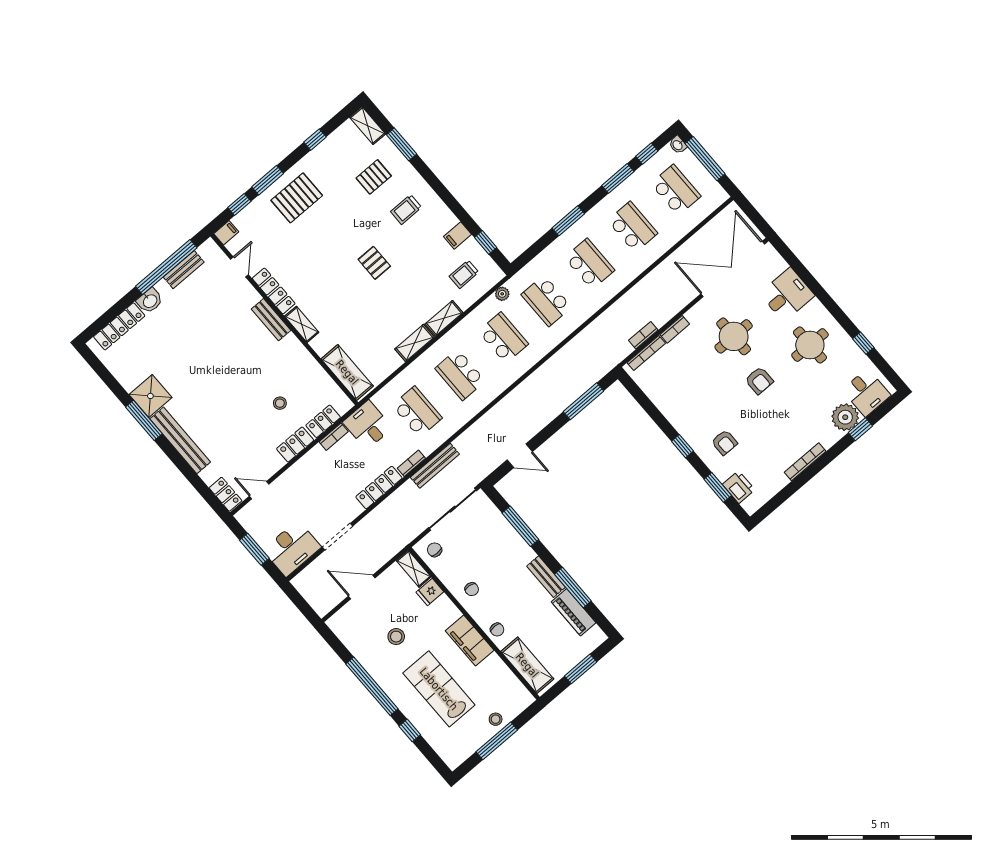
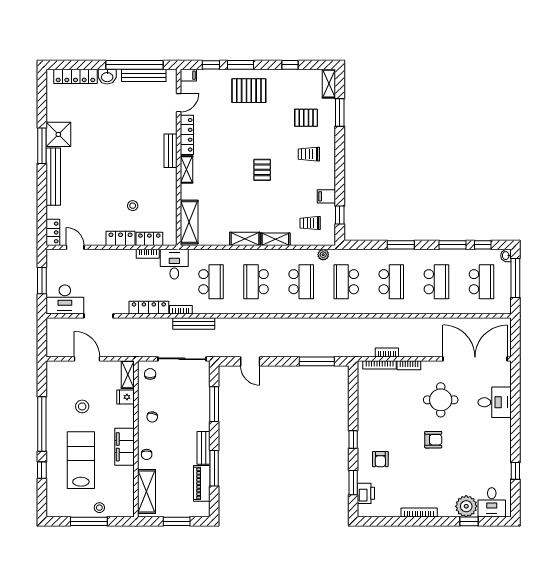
bench: (184, 270) -> (144, 75), width x1.36
round table: (810, 345) -> (482, 444), removed
armchair: (759, 381) -> (433, 440), turned -90

